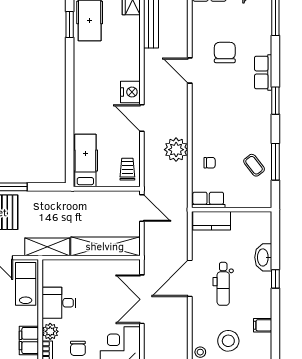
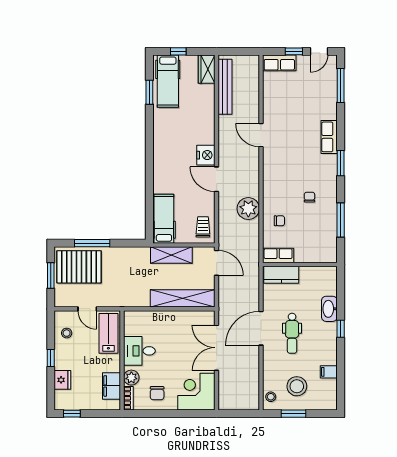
chair: (225, 52) -> (309, 197), moved, width x0.54, depth x0.54
coffee table: (254, 165) -> (321, 223), removed
shelving: (47, 247) -> (171, 255), moved

